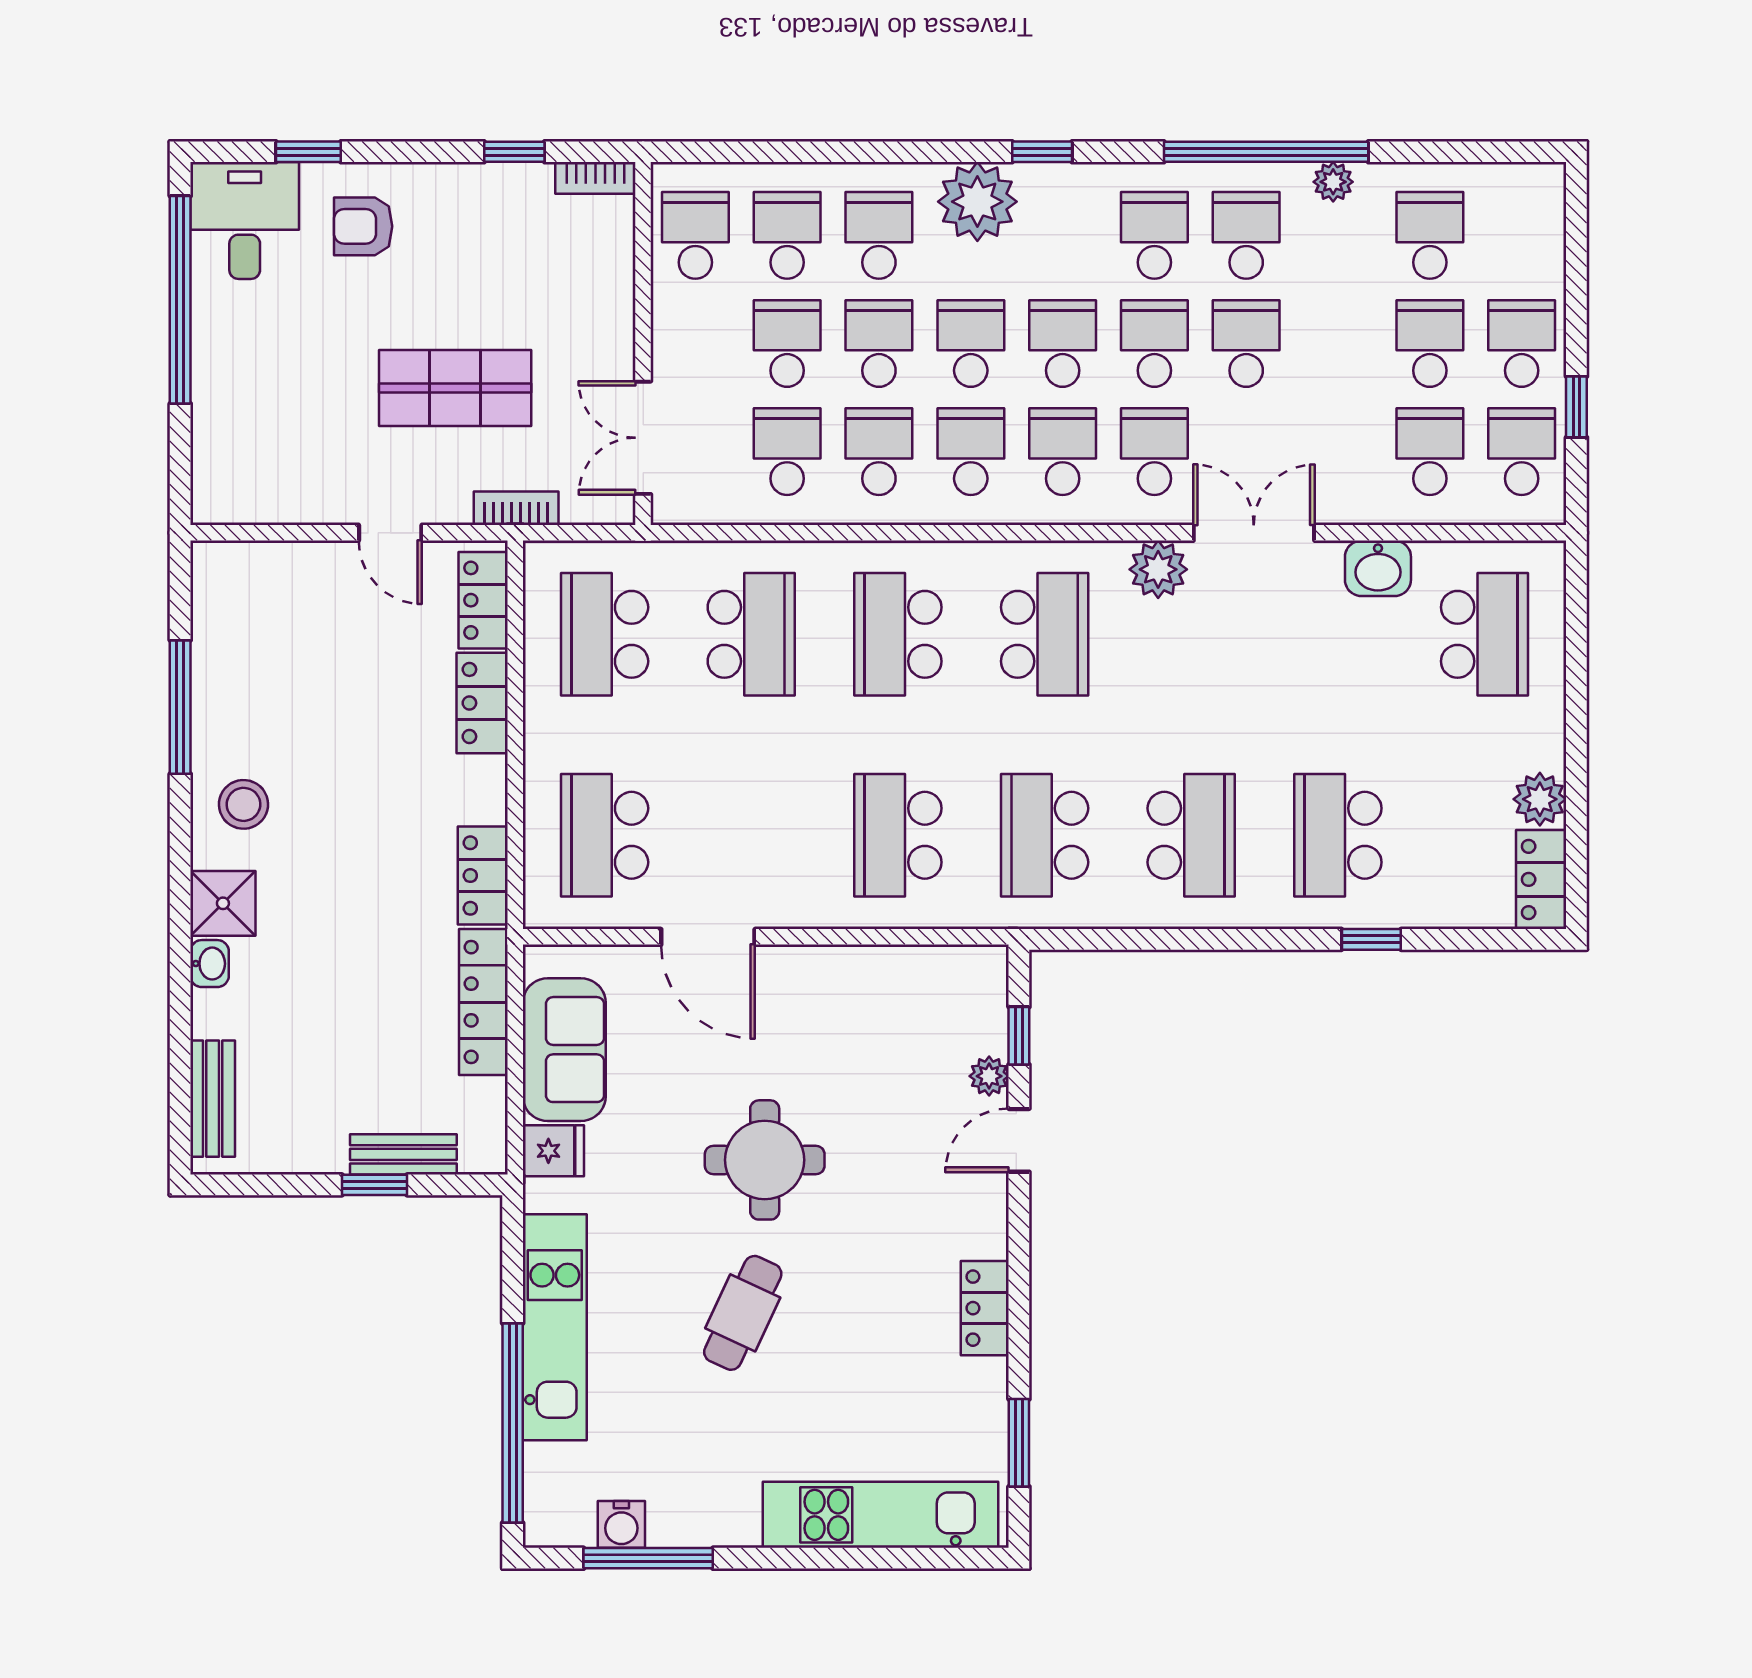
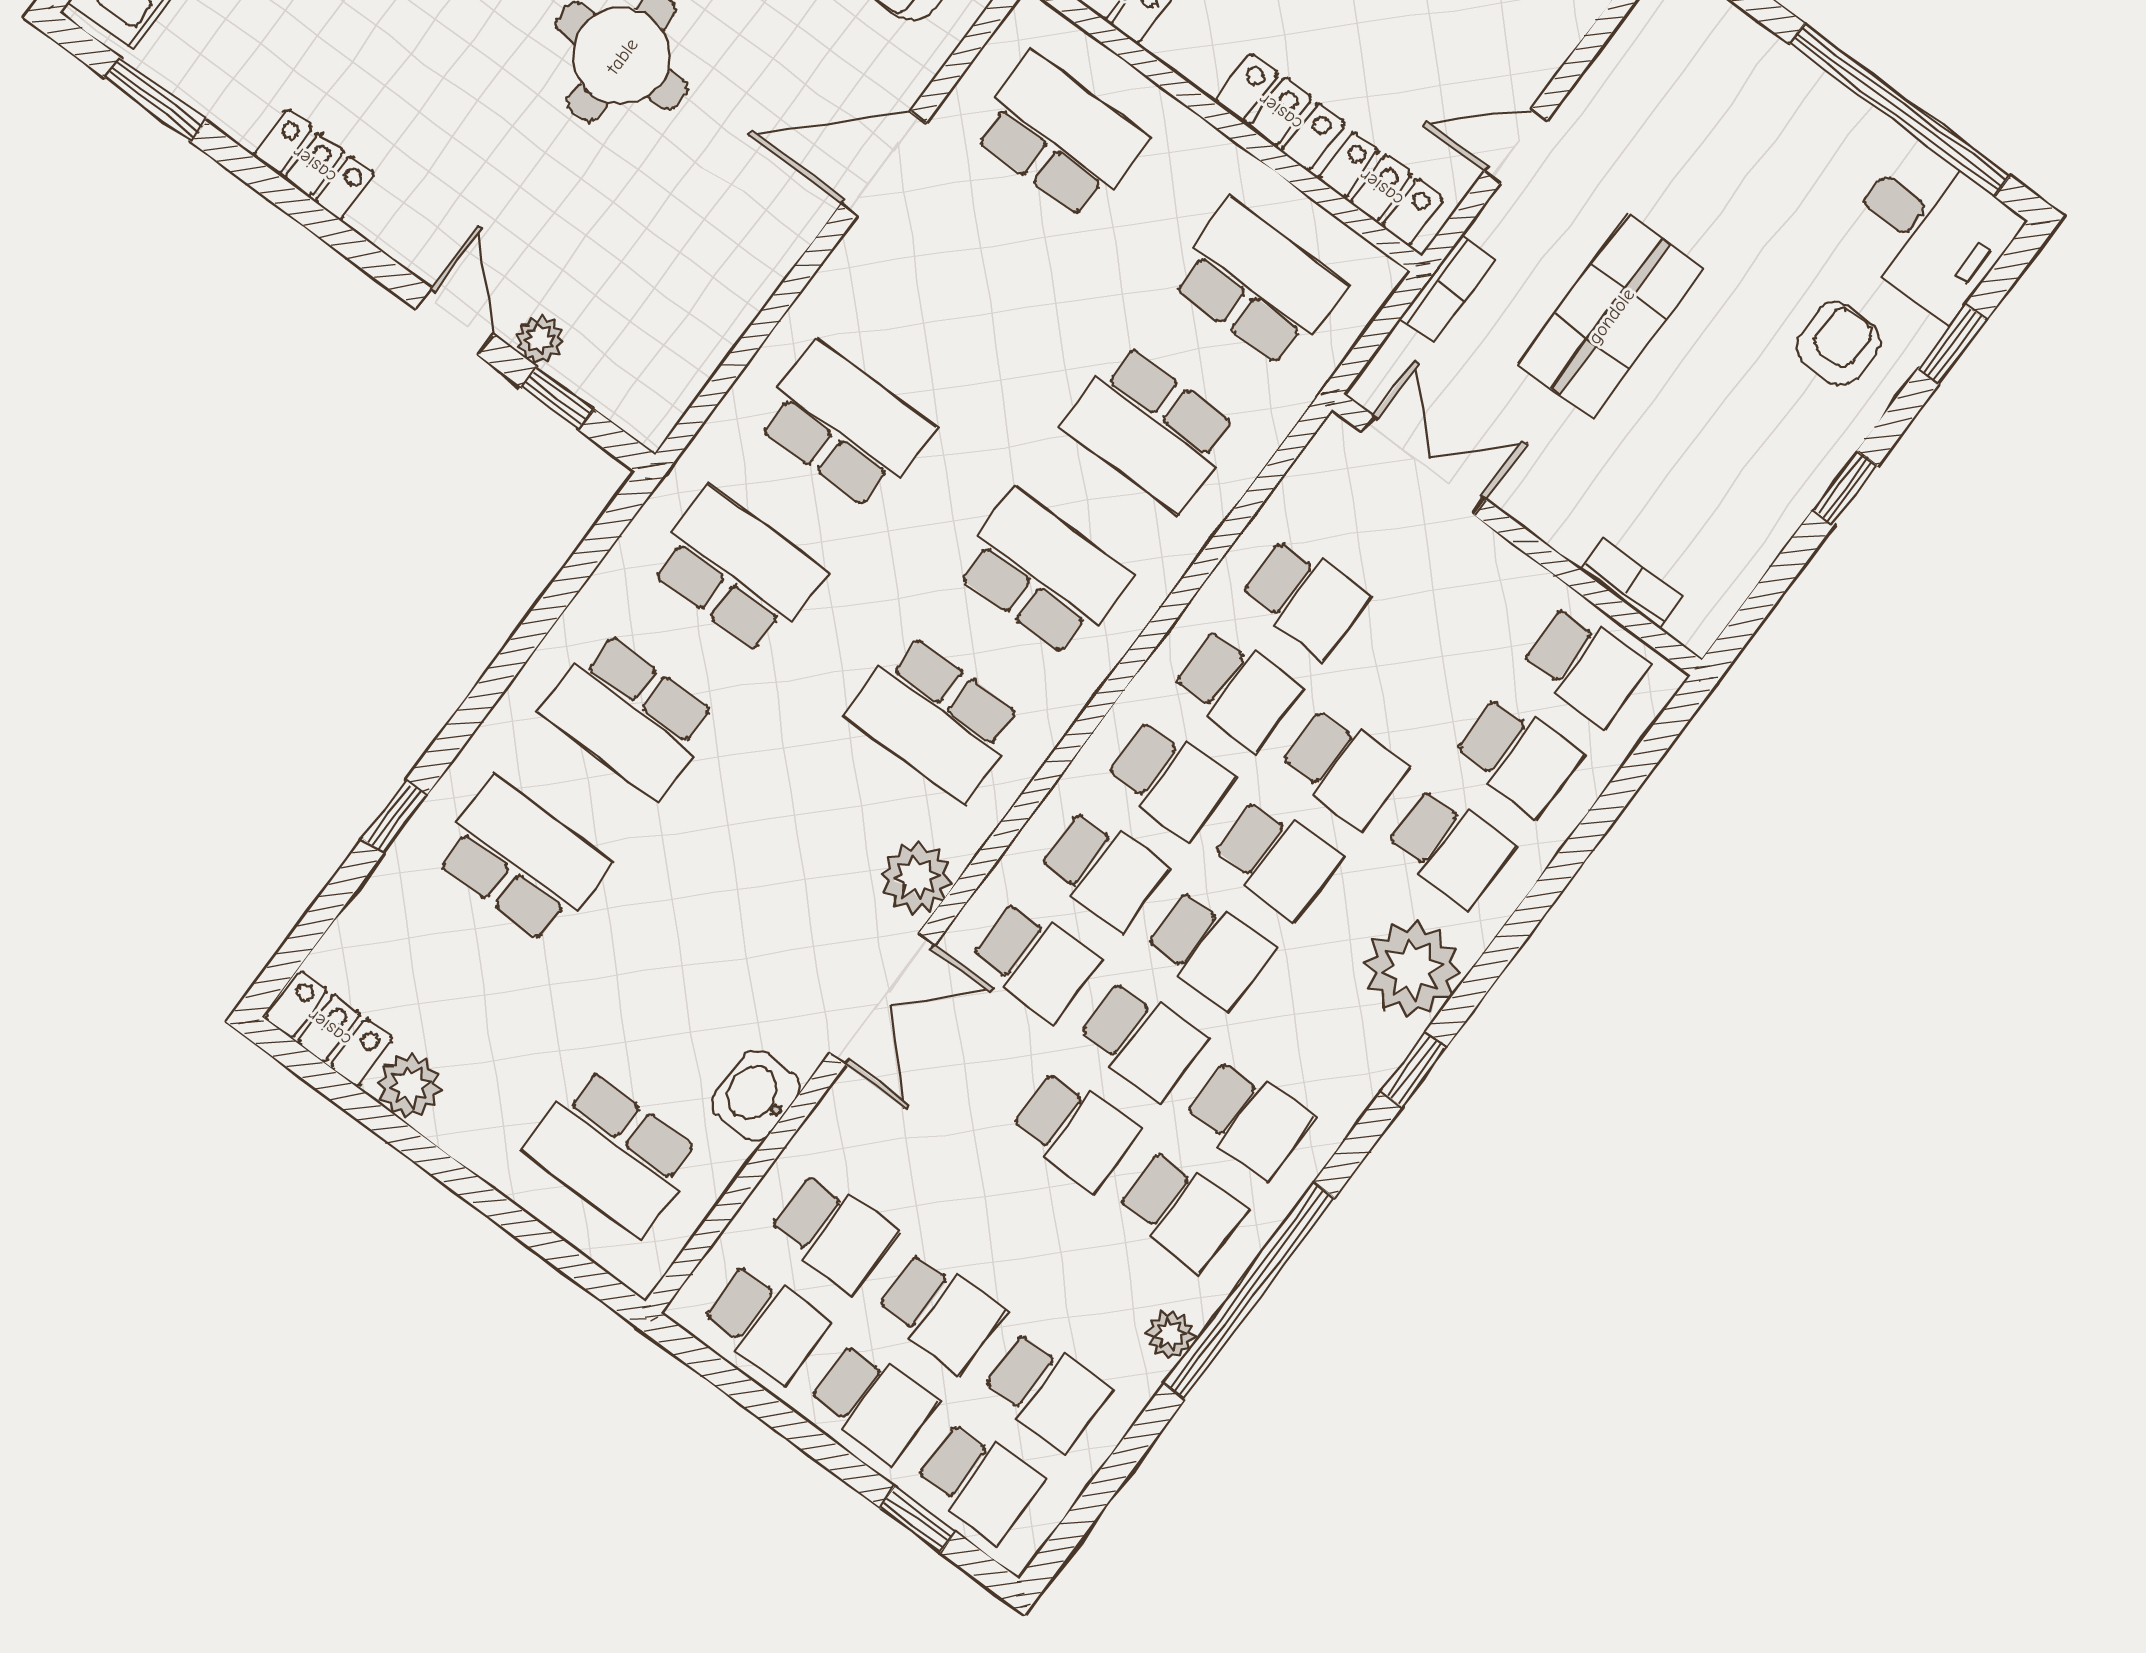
window: (514, 152) -> (1845, 488), moved
bookcase: (595, 178) -> (1632, 584), moved, turned 90
school desk: (787, 344) -> (979, 1481), moved
window: (1576, 407) -> (918, 1520), moved

